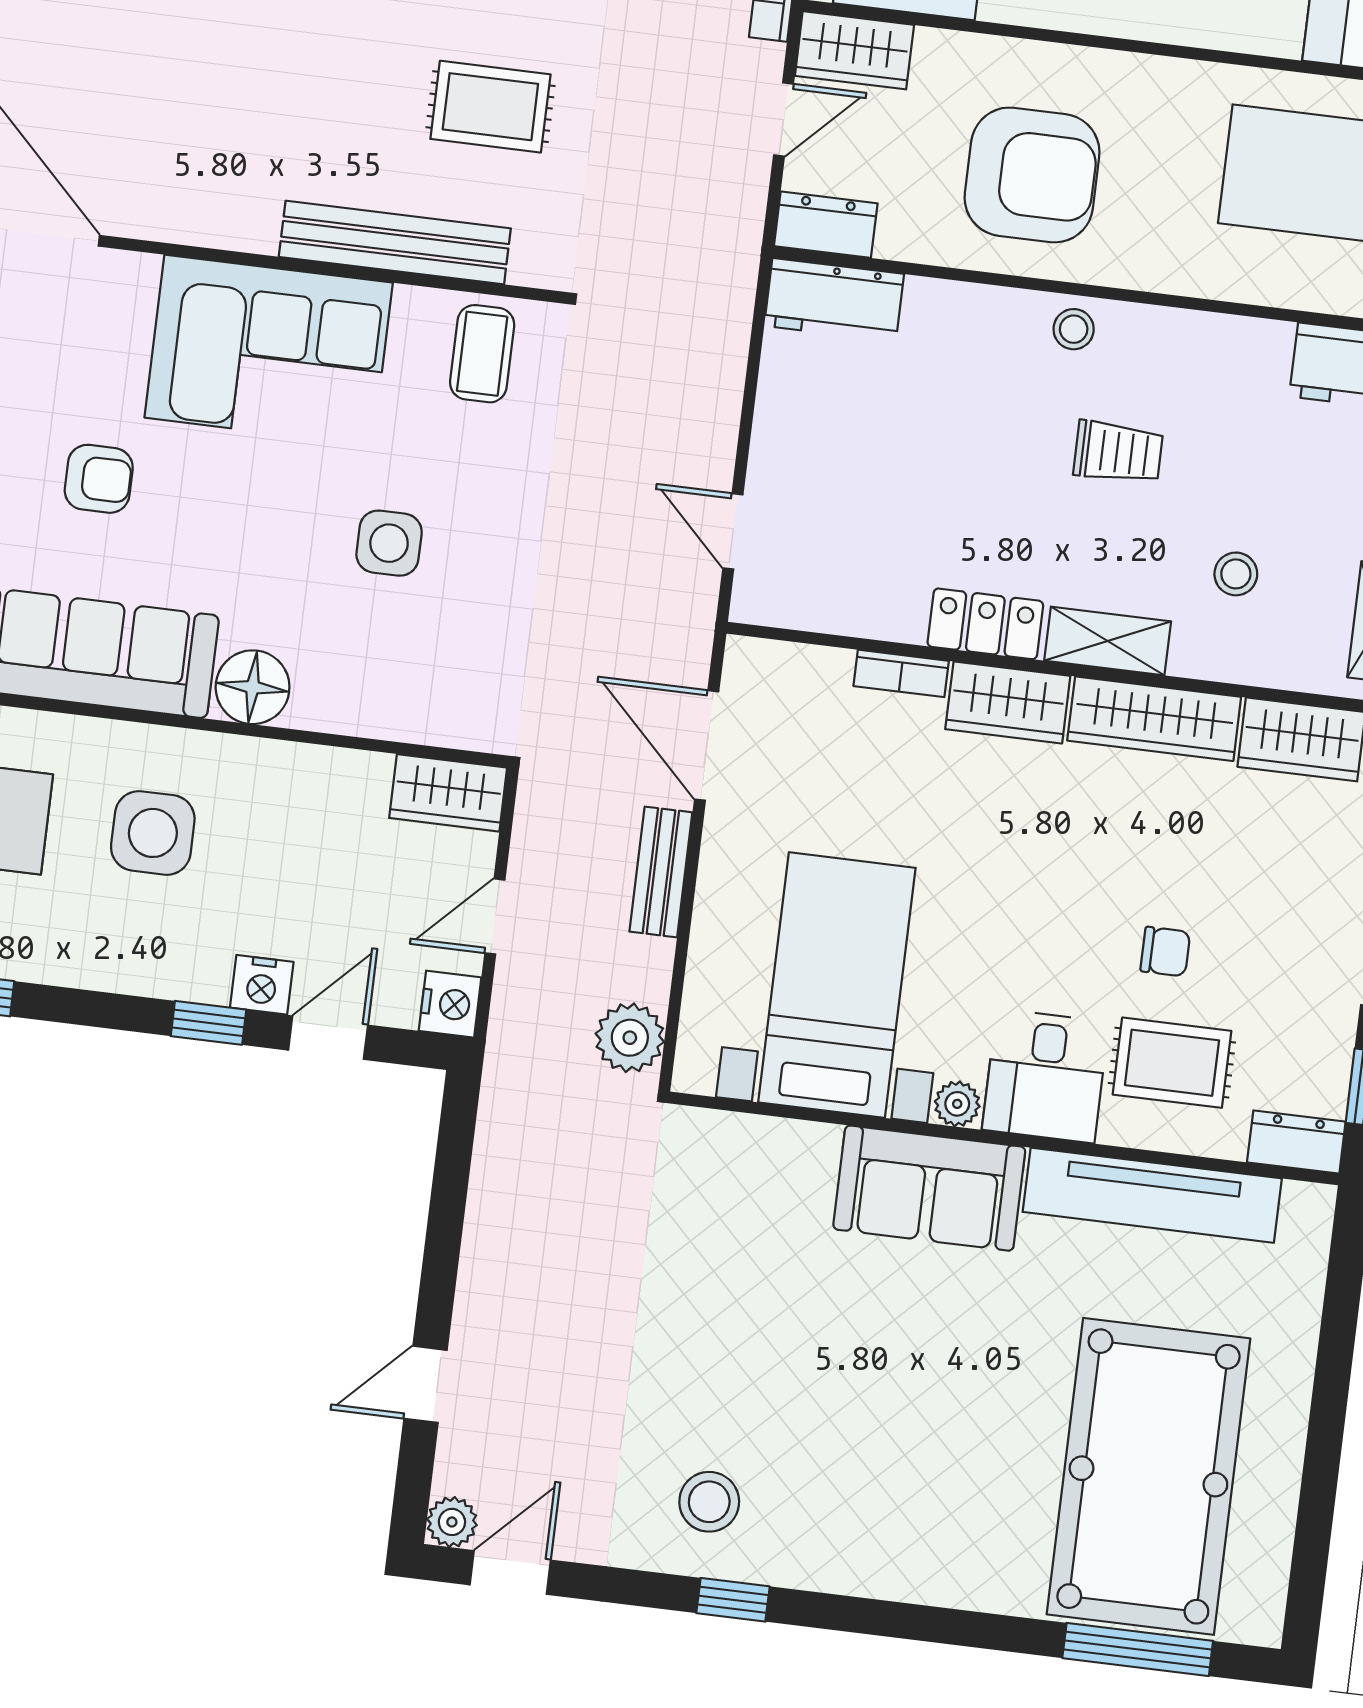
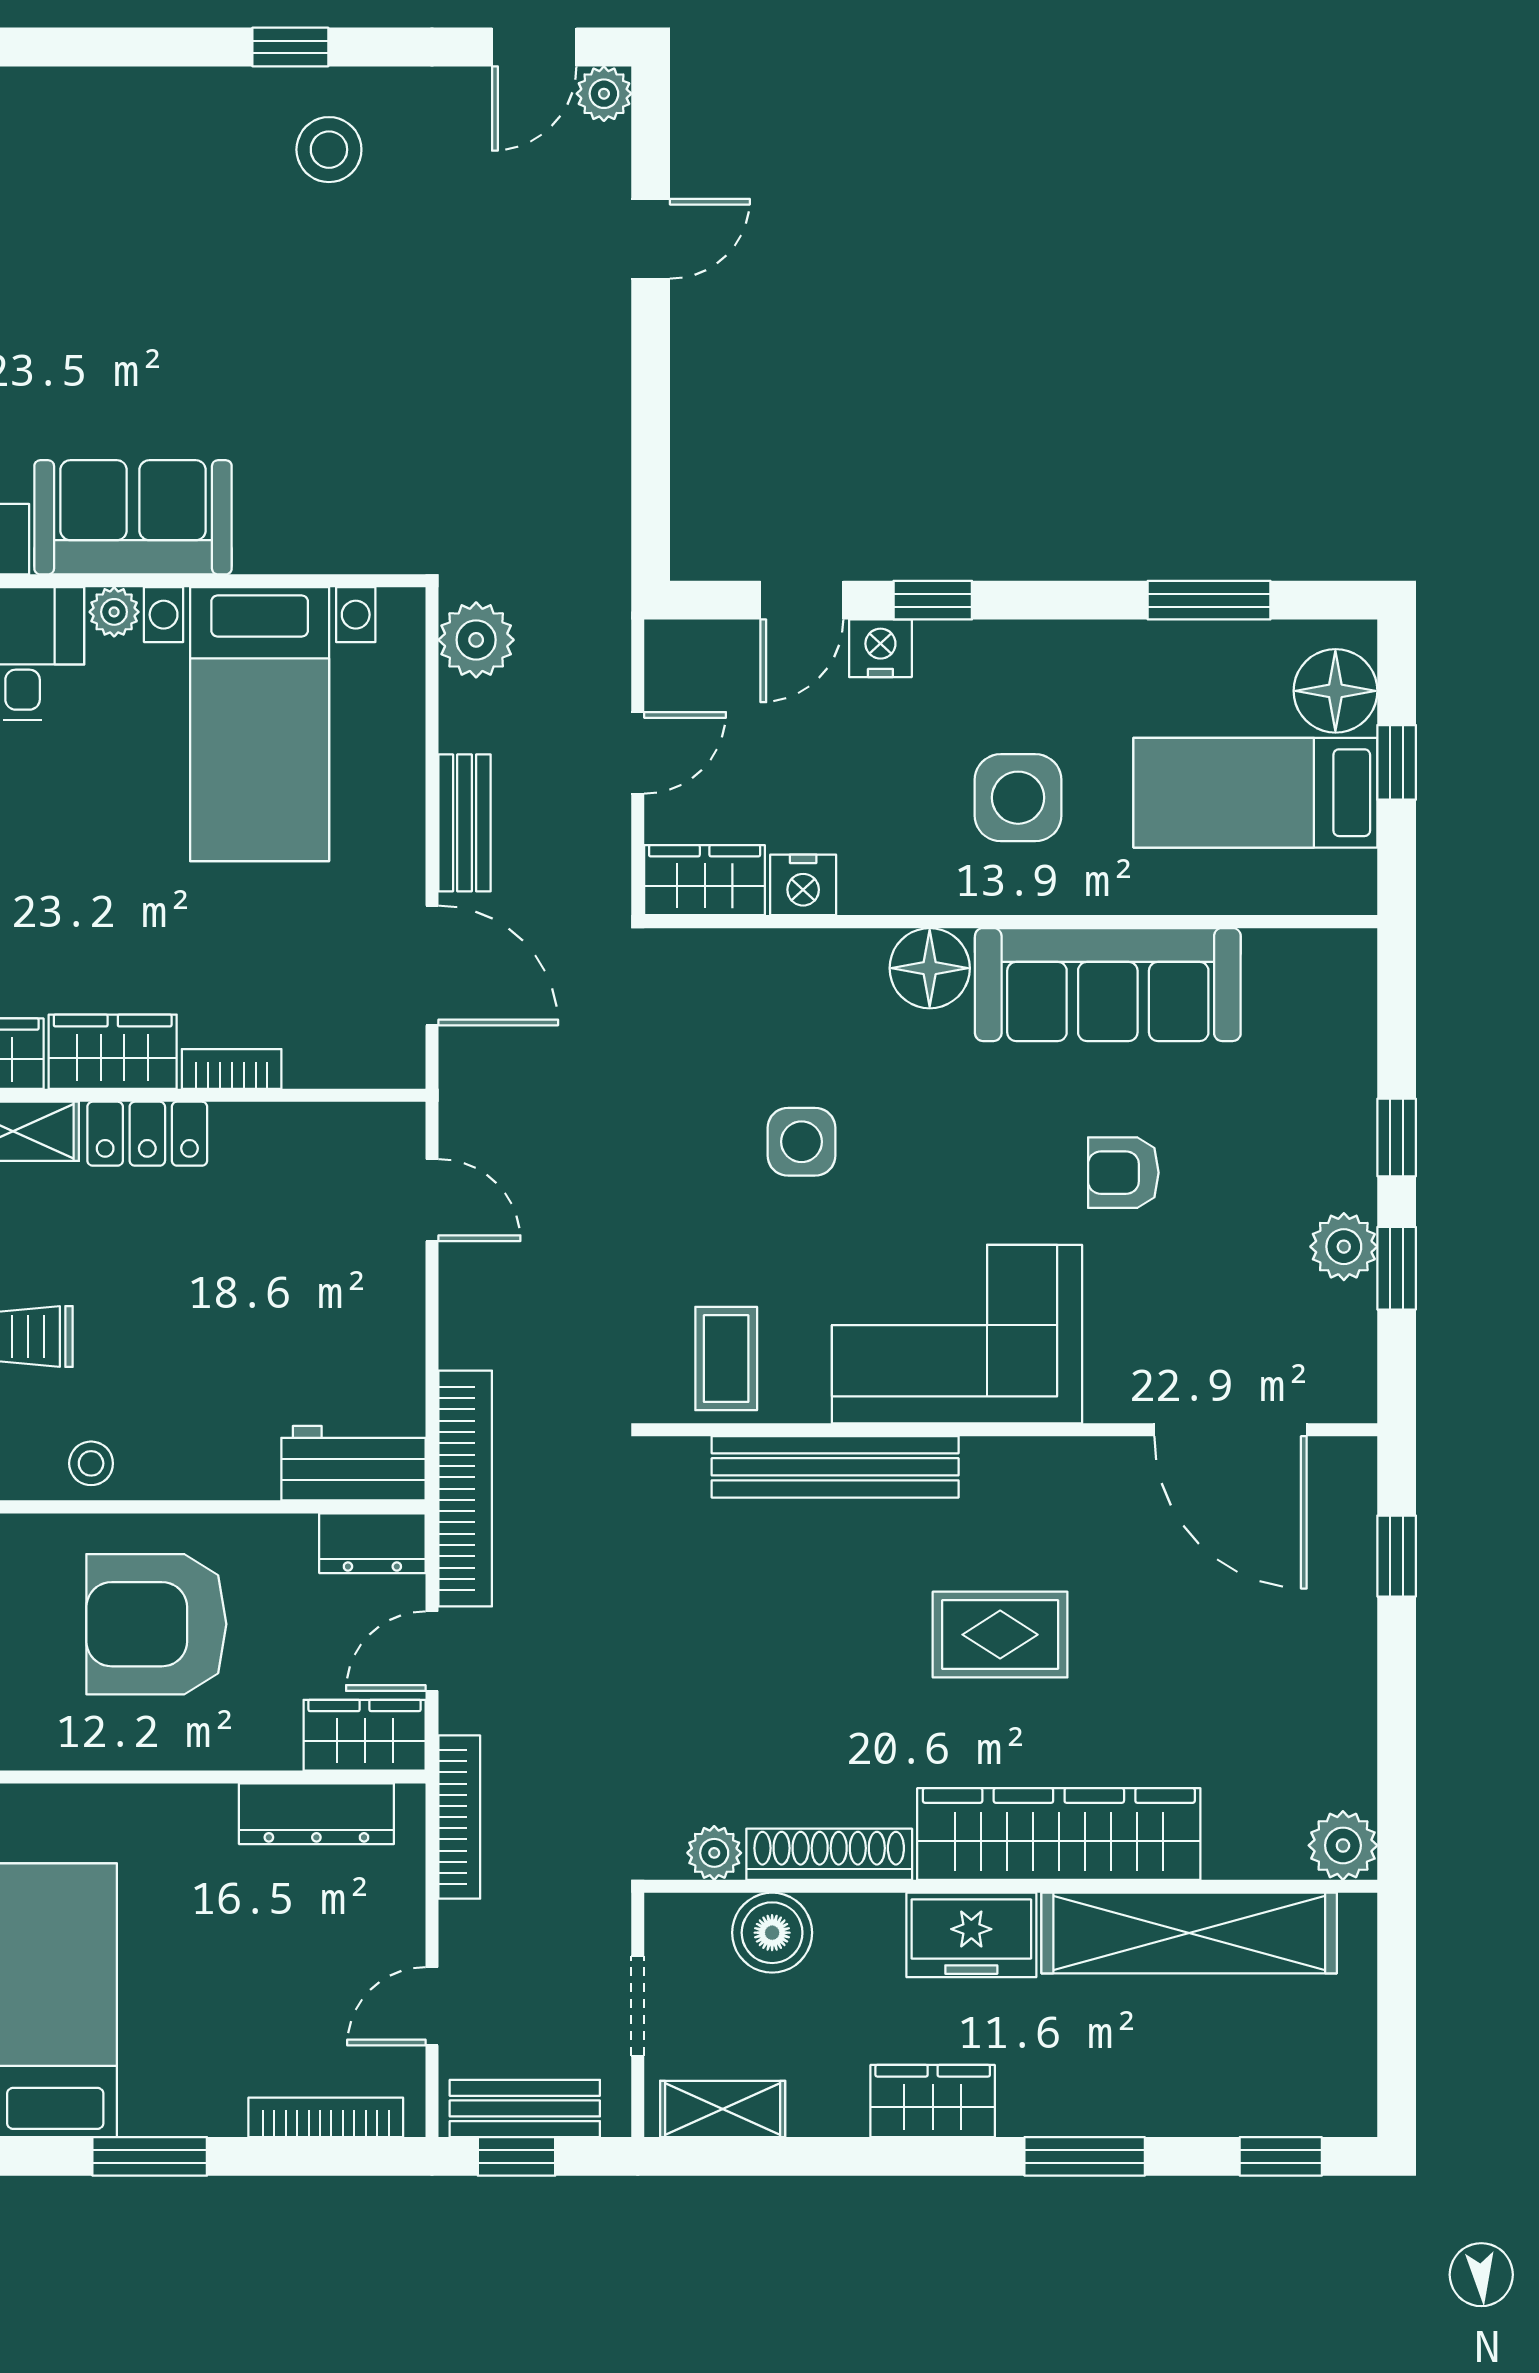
rug: (490, 107) -> (1000, 1635), moved
bookcase: (735, 264) -> (465, 1489), added
nightstand: (450, 1004) -> (803, 885), moved, turned -90

